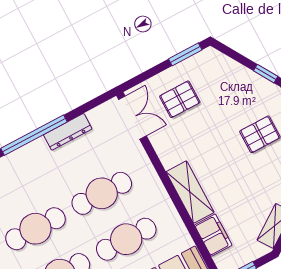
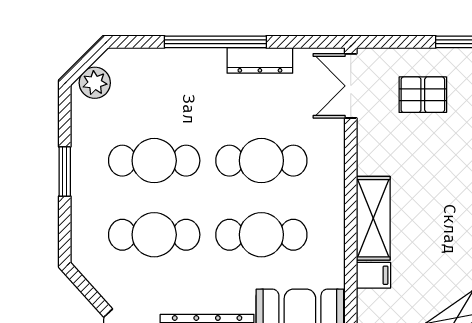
double door: (132, 118) -> (351, 86), swing flipped
filing cabinet: (213, 235) -> (374, 275), width x0.50

